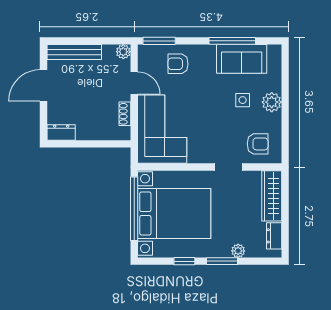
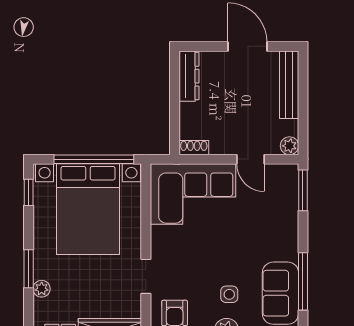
armchair: (178, 64) -> (274, 214), removed
door: (134, 83) -> (250, 159), hinge flipped
shoe rack: (125, 114) -> (194, 148), moved
dresser: (61, 132) -> (189, 76), width x1.44
window: (184, 261) -> (29, 192), moved

